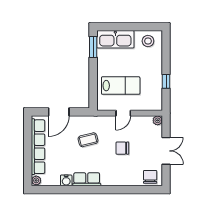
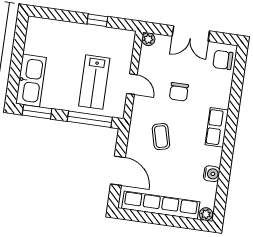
stool: (148, 41) -> (40, 37), removed
window: (93, 86) -> (90, 119), added
lab bench: (121, 86) -> (94, 82), turned 180
double door: (166, 151) -> (191, 34), swing flipped
row of seats: (87, 179) -> (217, 127), moved

